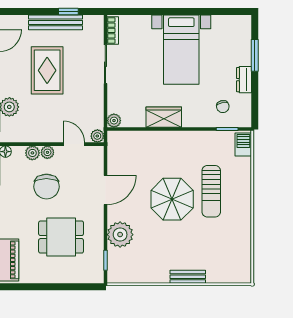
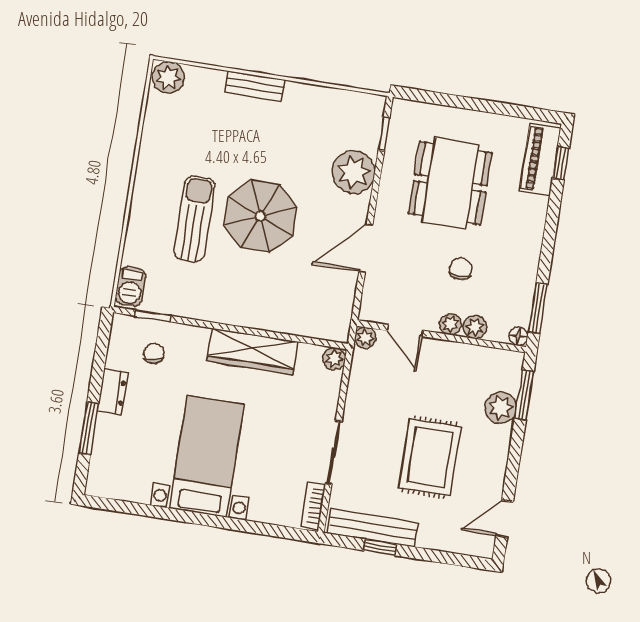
bench: (56, 22) -> (373, 528), moved
wardrobe: (164, 117) -> (252, 351), width x1.50
chair: (46, 187) -> (461, 269), width x0.54, depth x0.54
dining table: (61, 237) -> (450, 183), width x1.38
plant: (240, 274) -> (168, 77), added

